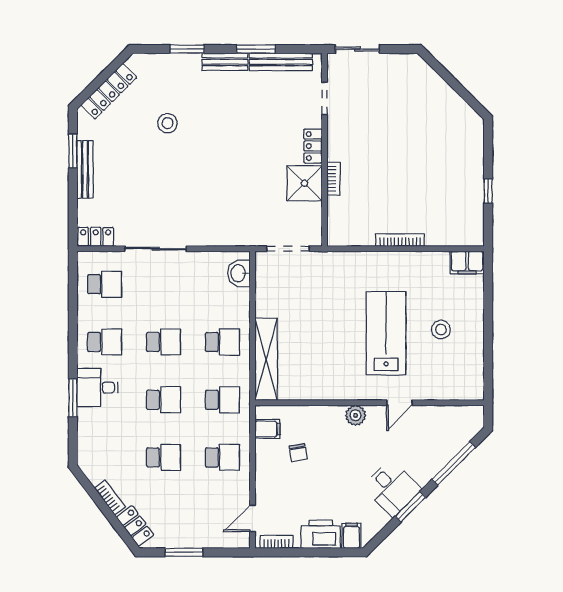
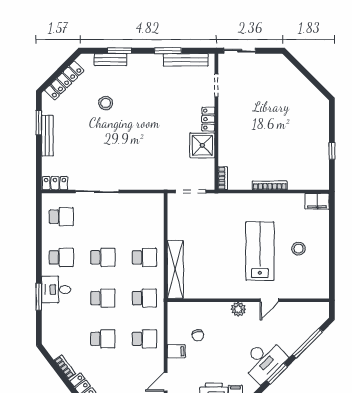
bench: (225, 62) -> (110, 60), moved
bookcase: (334, 179) -> (223, 178), moved
washbasin: (239, 273) -> (156, 209), removed
filing cabinet: (268, 429) -> (176, 351), moved
desk: (392, 488) -> (264, 360), width x1.37

